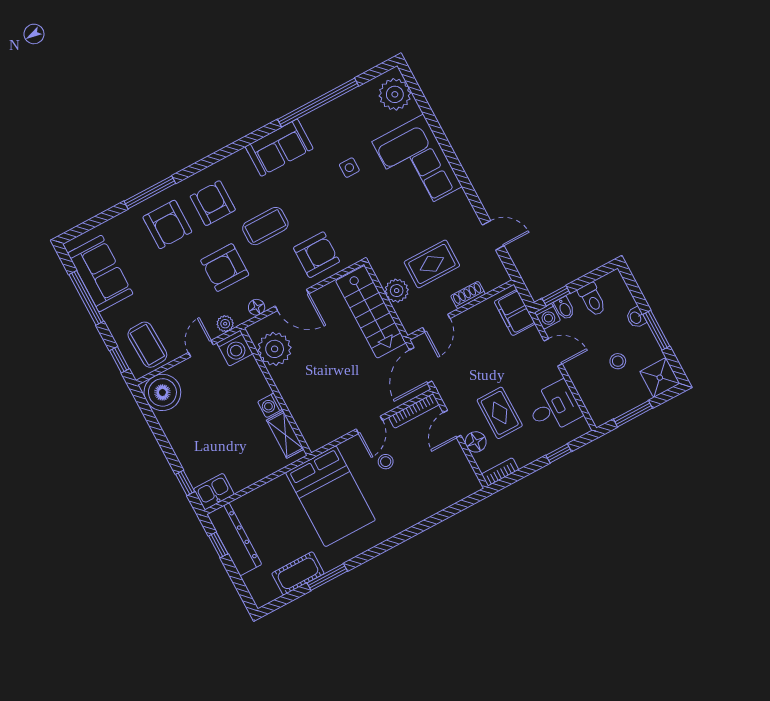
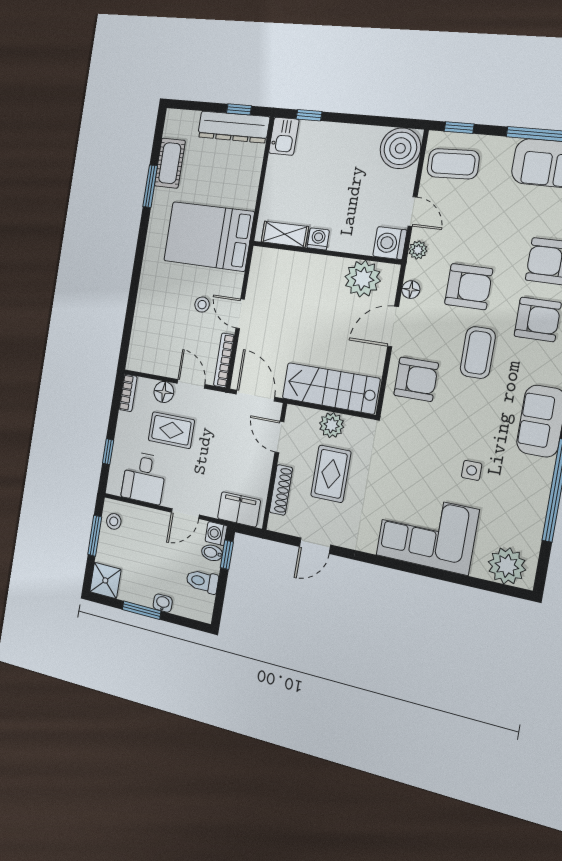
armchair: (316, 255) -> (416, 379), turned -90
armchair: (225, 268) -> (469, 287), turned 90
shoe rack: (468, 295) -> (281, 490), width x1.43
stool: (618, 361) -> (114, 521), moved

